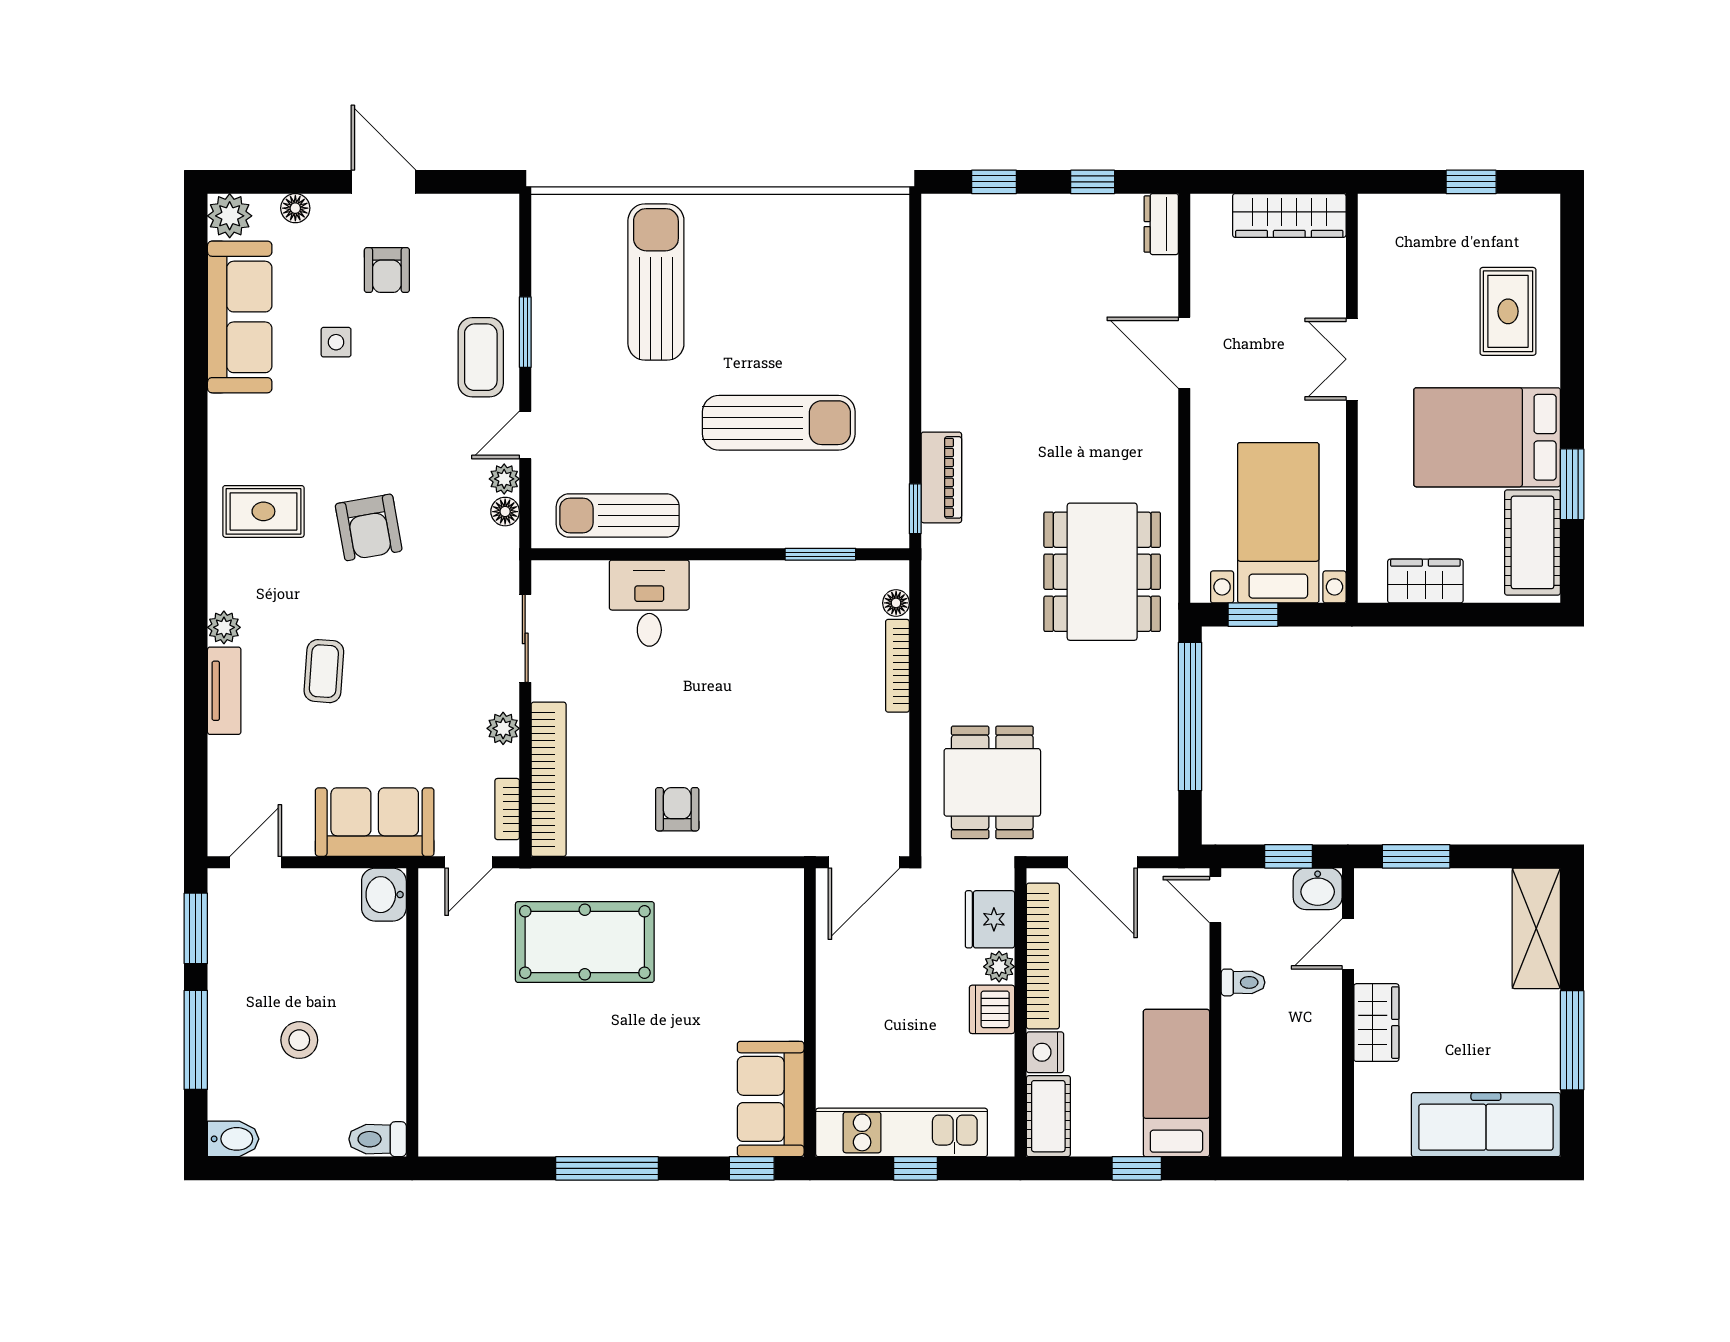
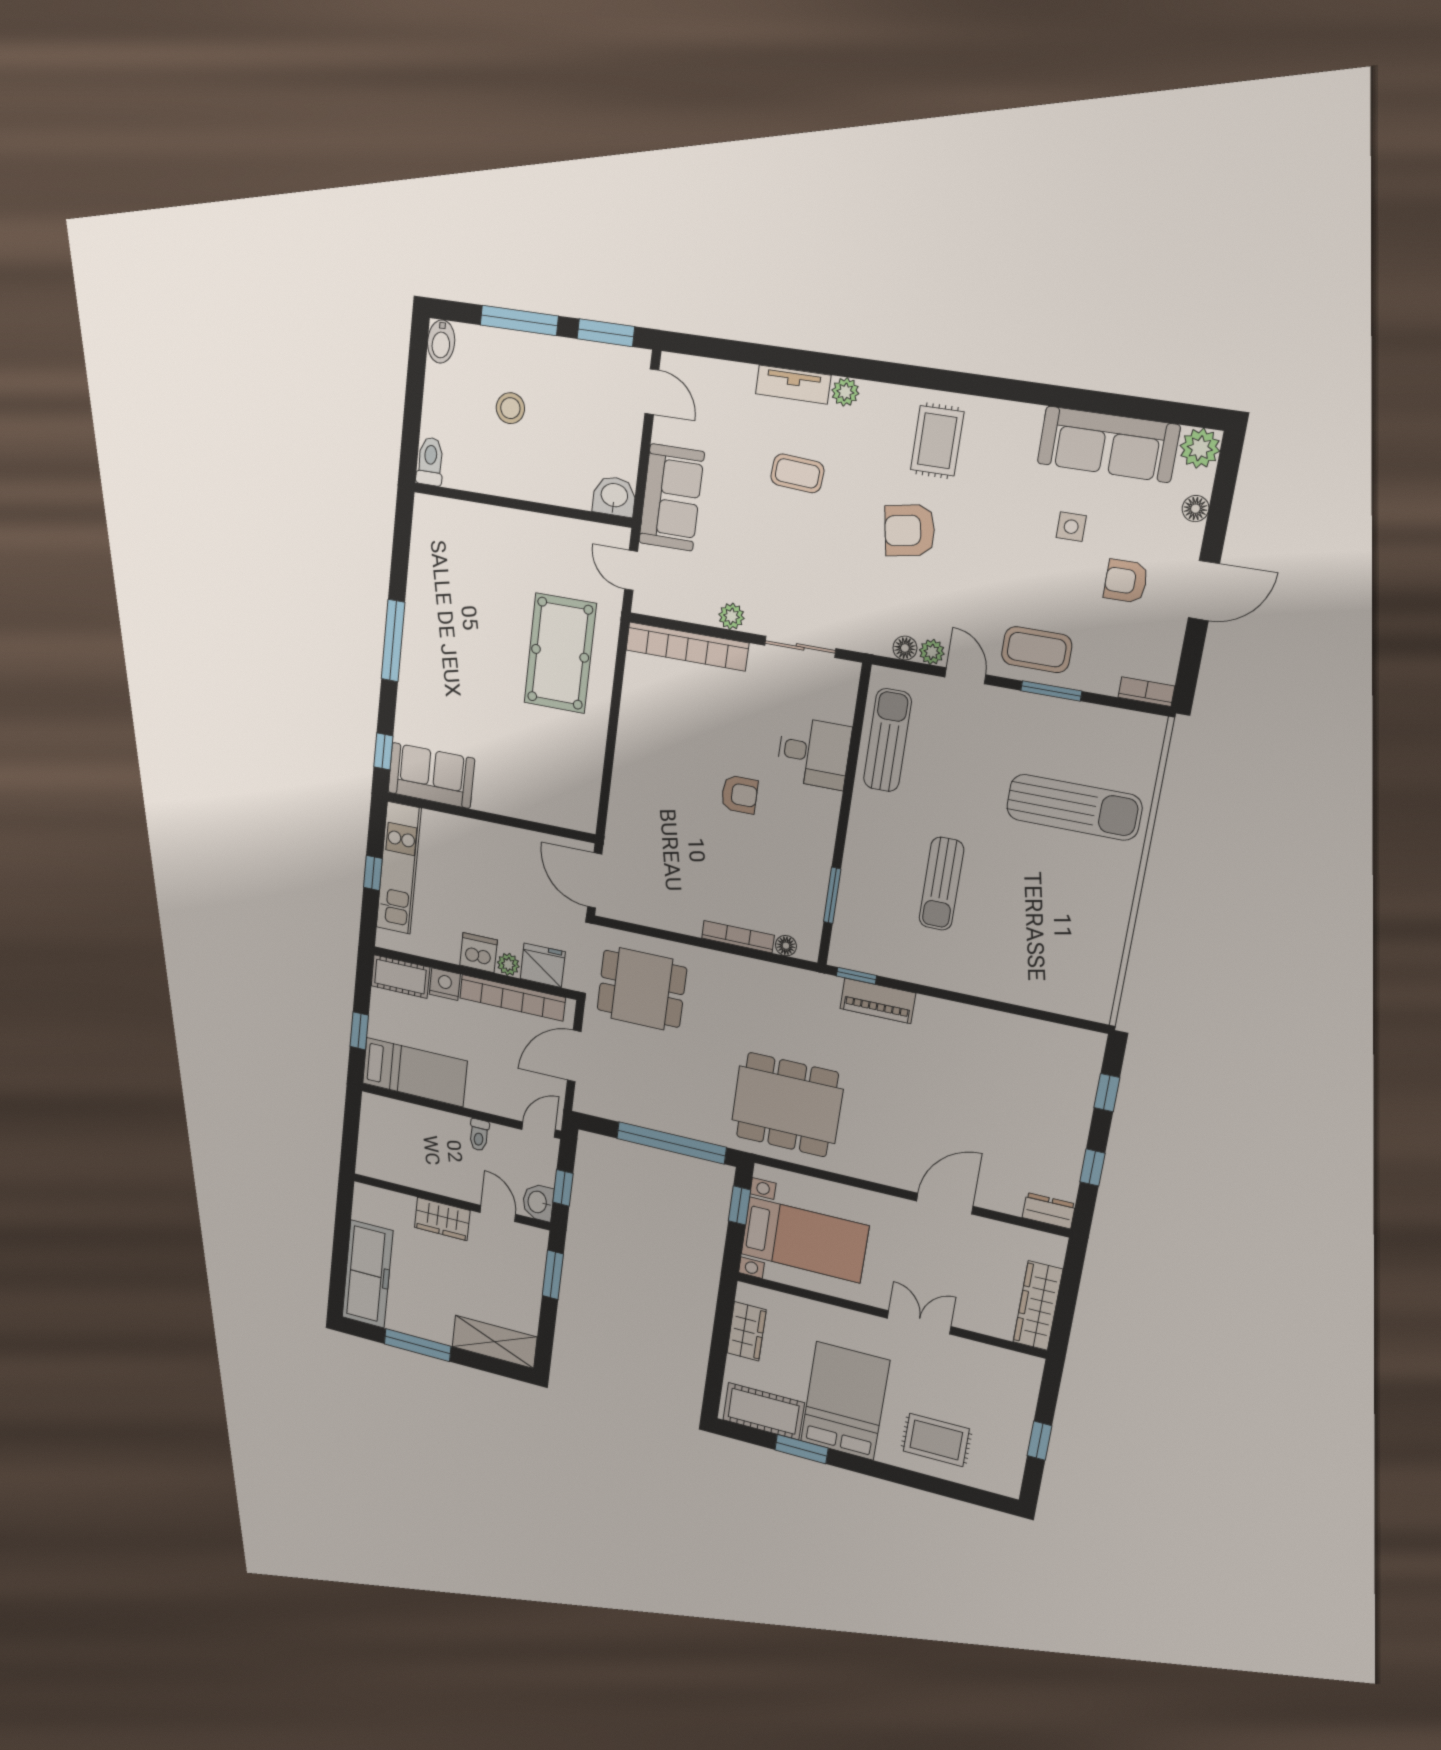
sun lounger: (779, 423) -> (941, 884), width x0.73, depth x0.75
bookcase: (507, 809) -> (1146, 692), moved
armchair: (677, 809) -> (739, 794), moved

